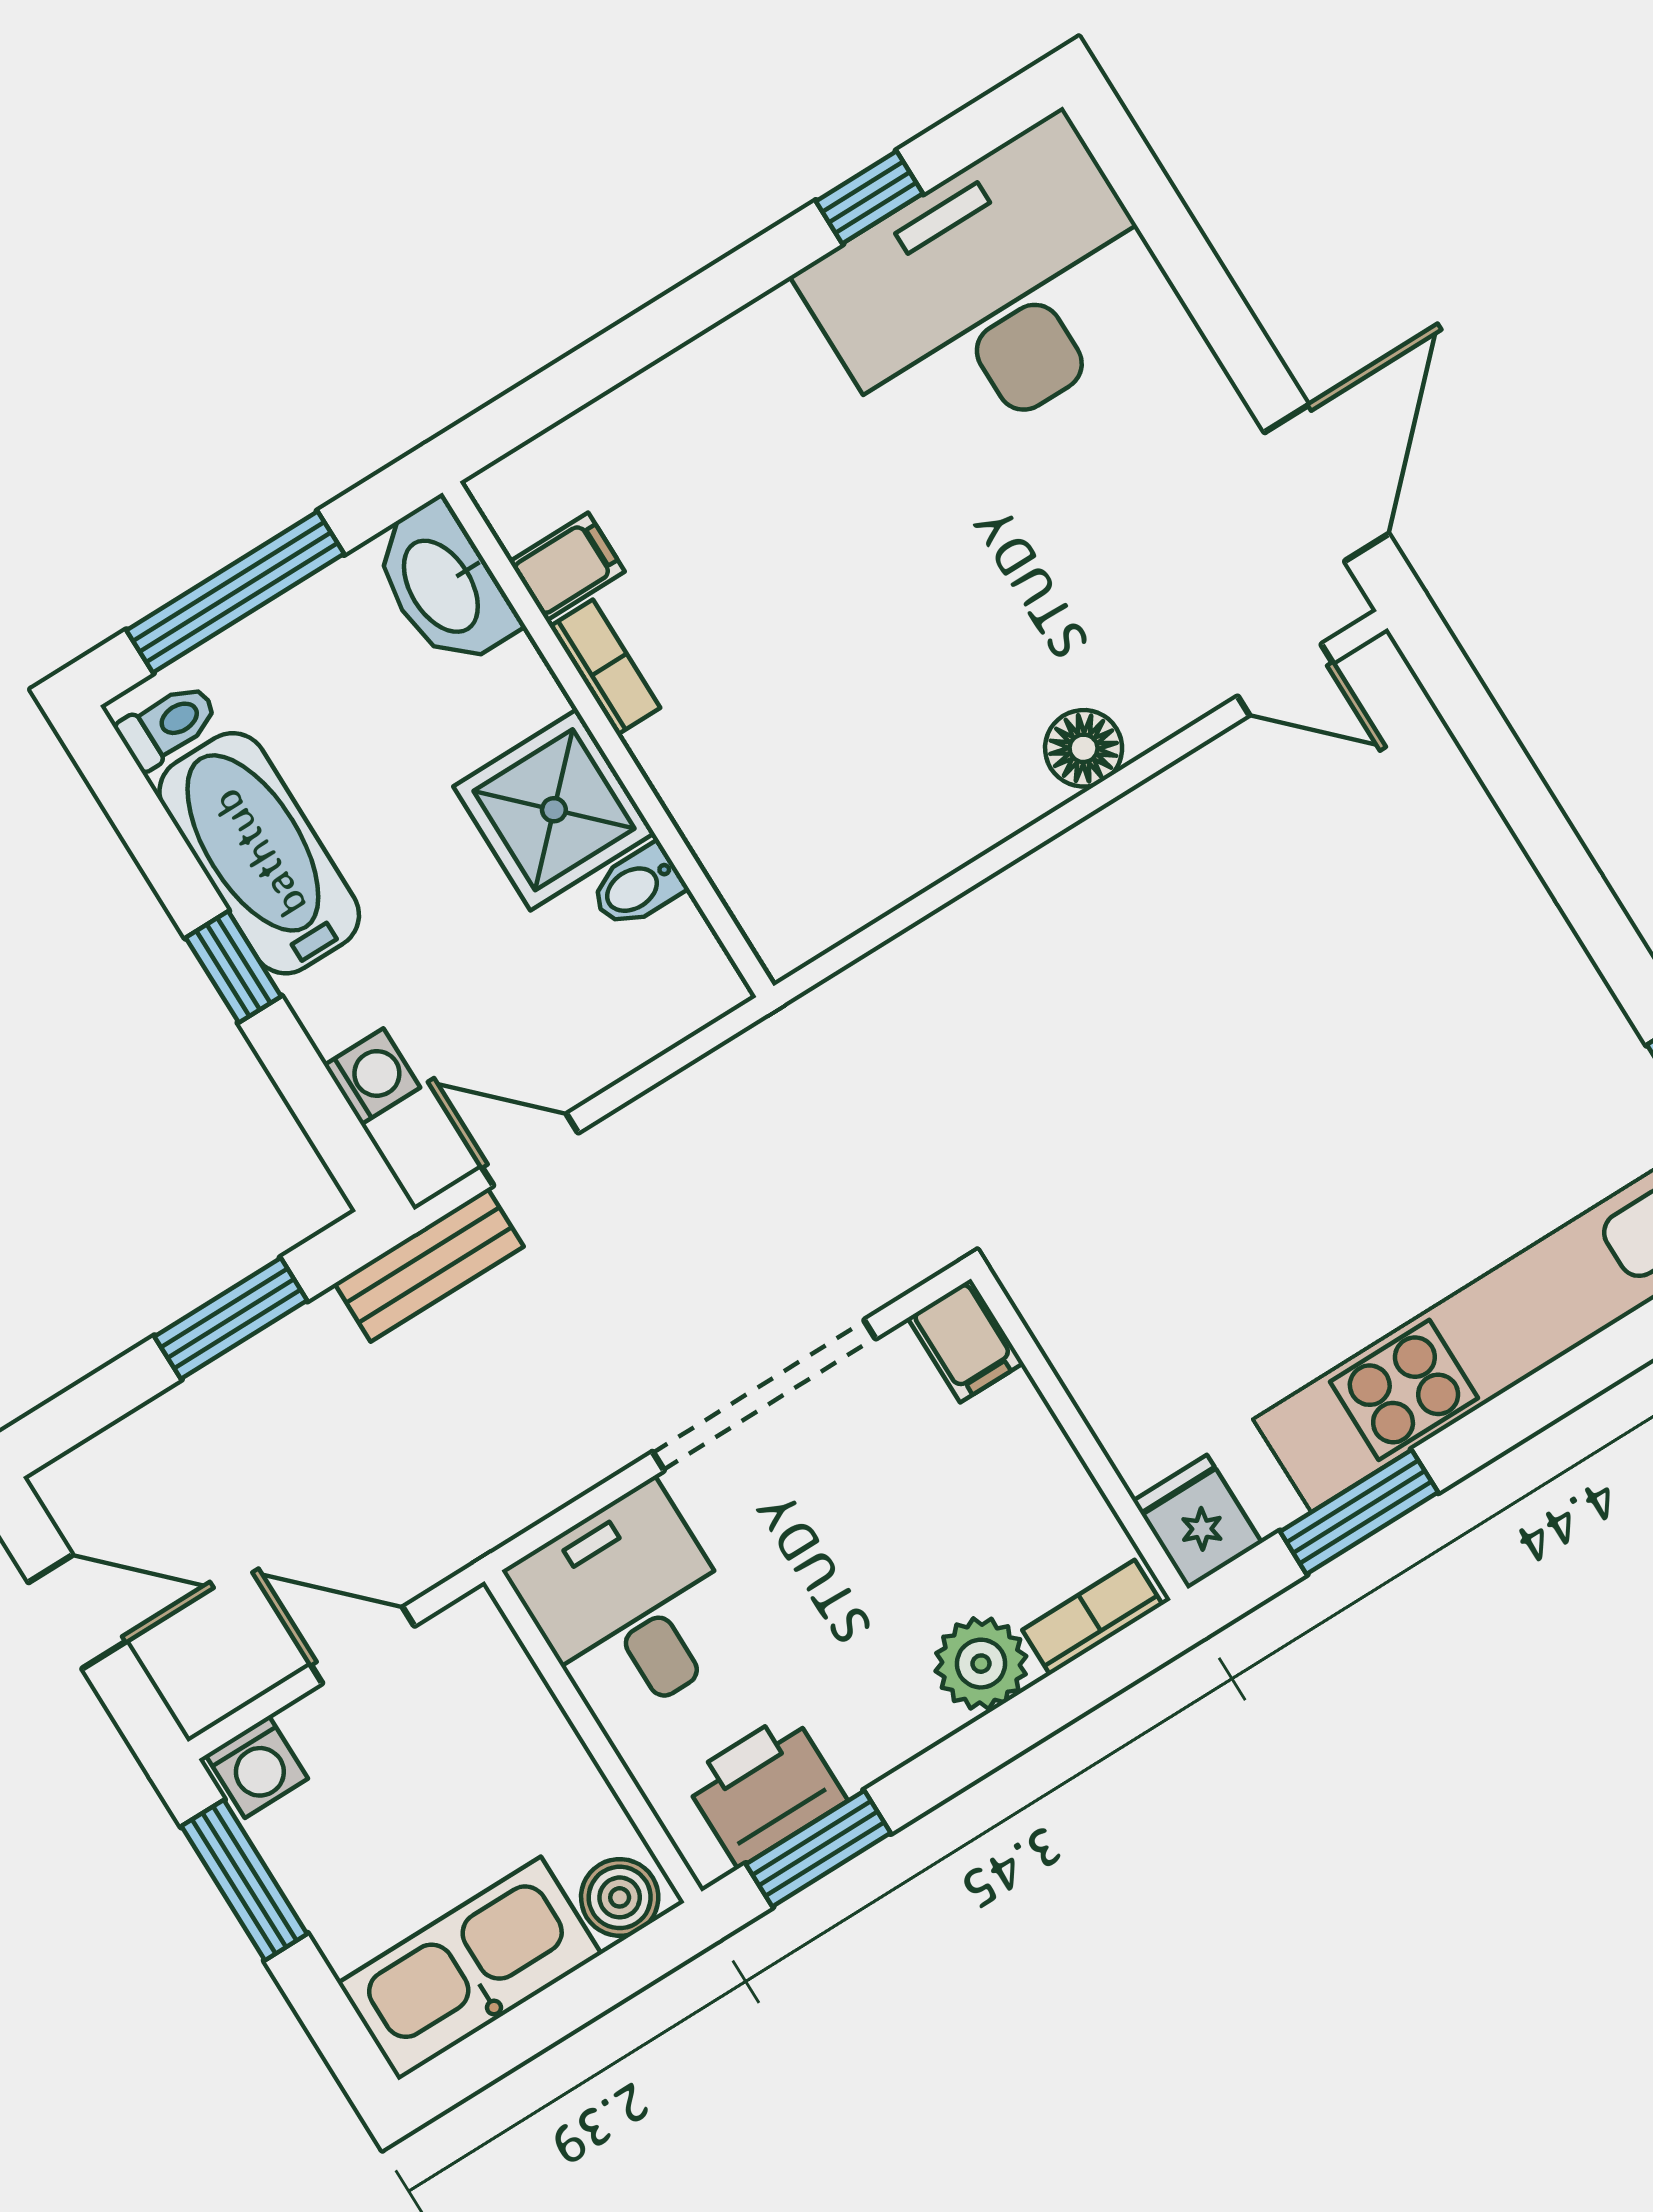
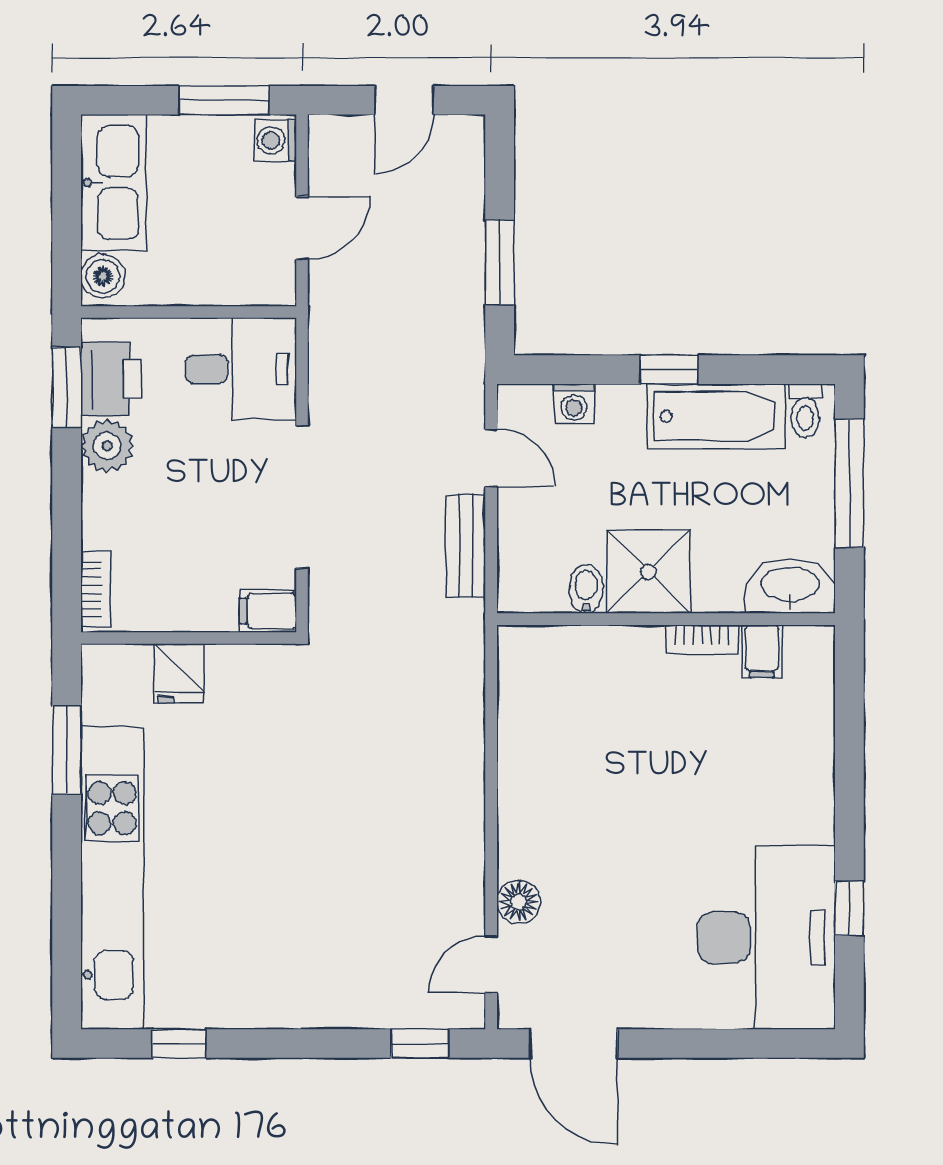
window: (1469, 712) -> (420, 1044), added
floor lamp: (1084, 748) -> (519, 902), moved
door: (530, 1150) -> (491, 458), hinge flipped
bench: (429, 1265) -> (466, 546), moved
fridge: (1197, 1522) -> (179, 673), moved, turned 90
plant: (981, 1664) -> (107, 446), moved

